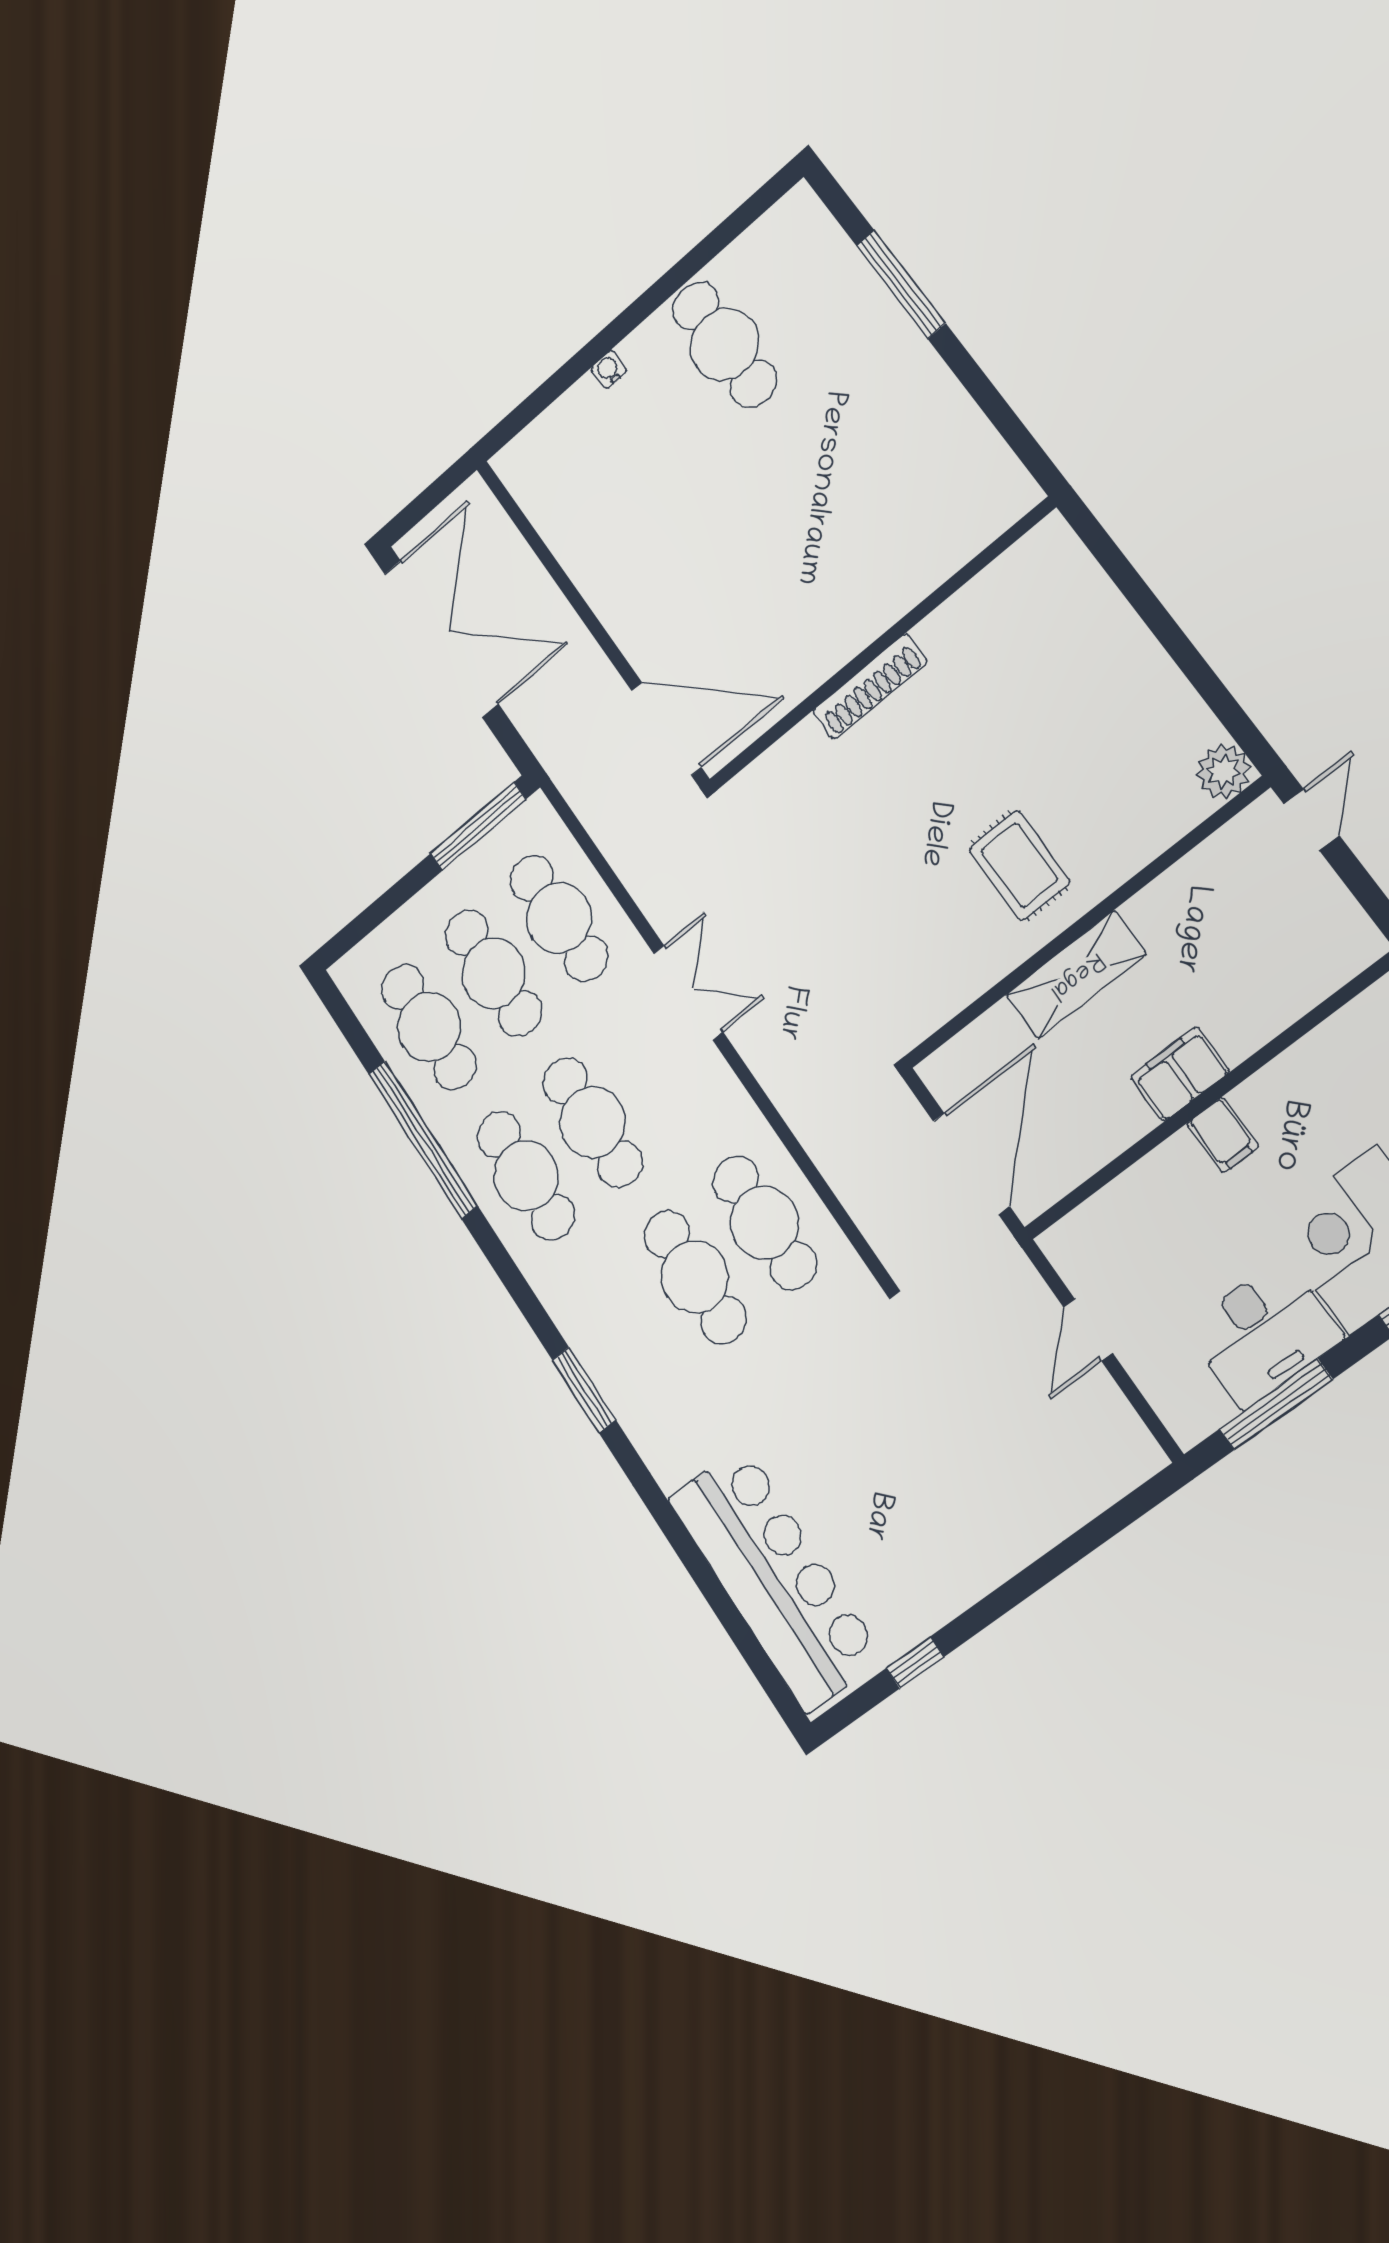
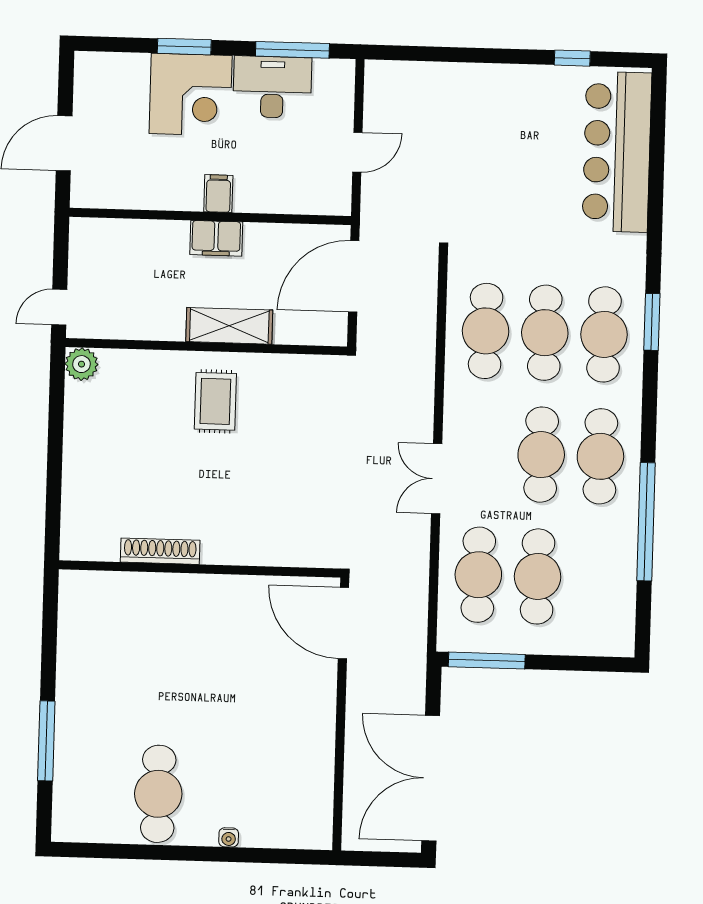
shoe rack: (870, 686) -> (160, 551), moved
cafe table: (429, 1027) -> (604, 334), moved

